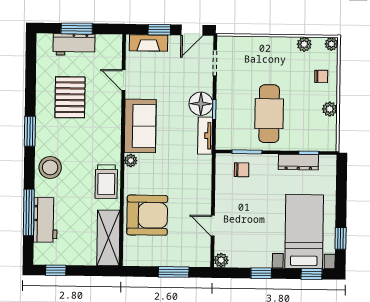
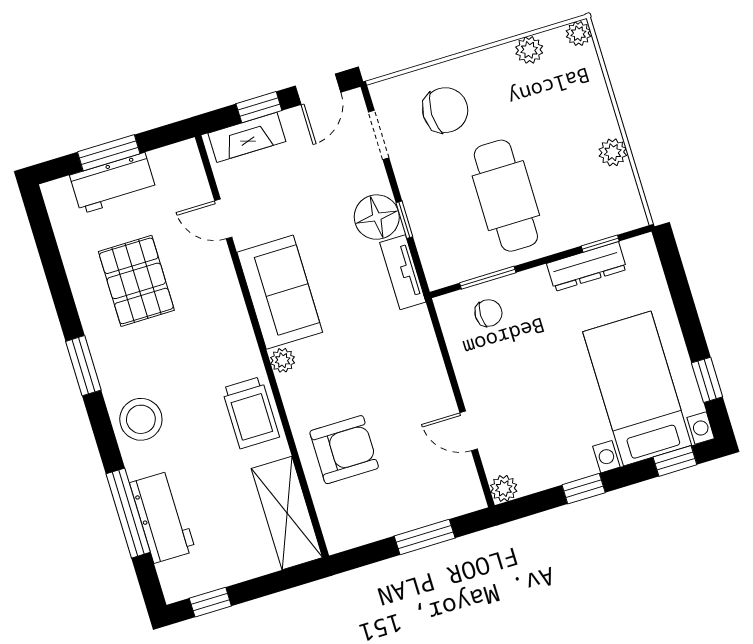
chair: (321, 76) -> (445, 110), moved, width x1.87, depth x1.87
armchair: (147, 215) -> (344, 450), width x0.73, depth x0.73

